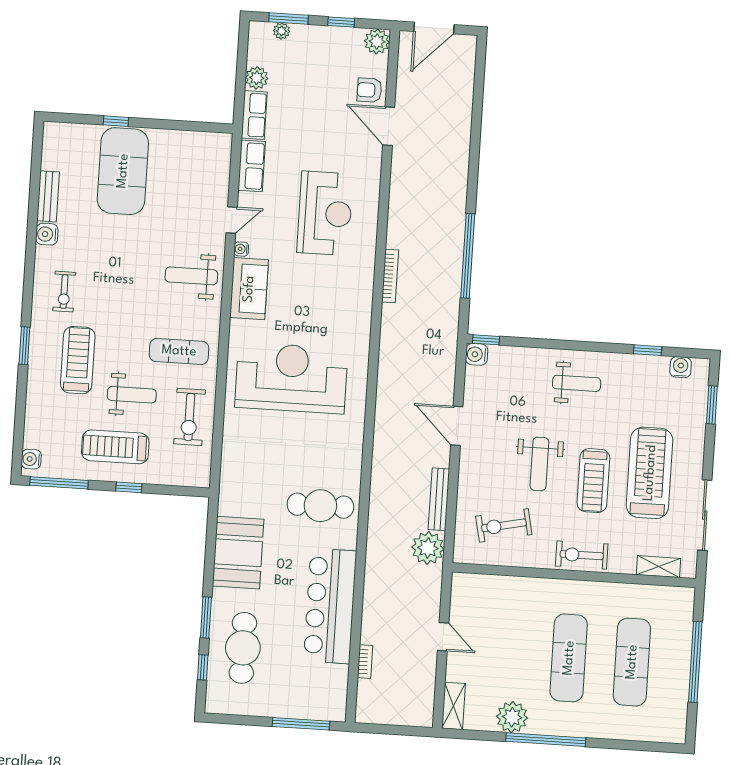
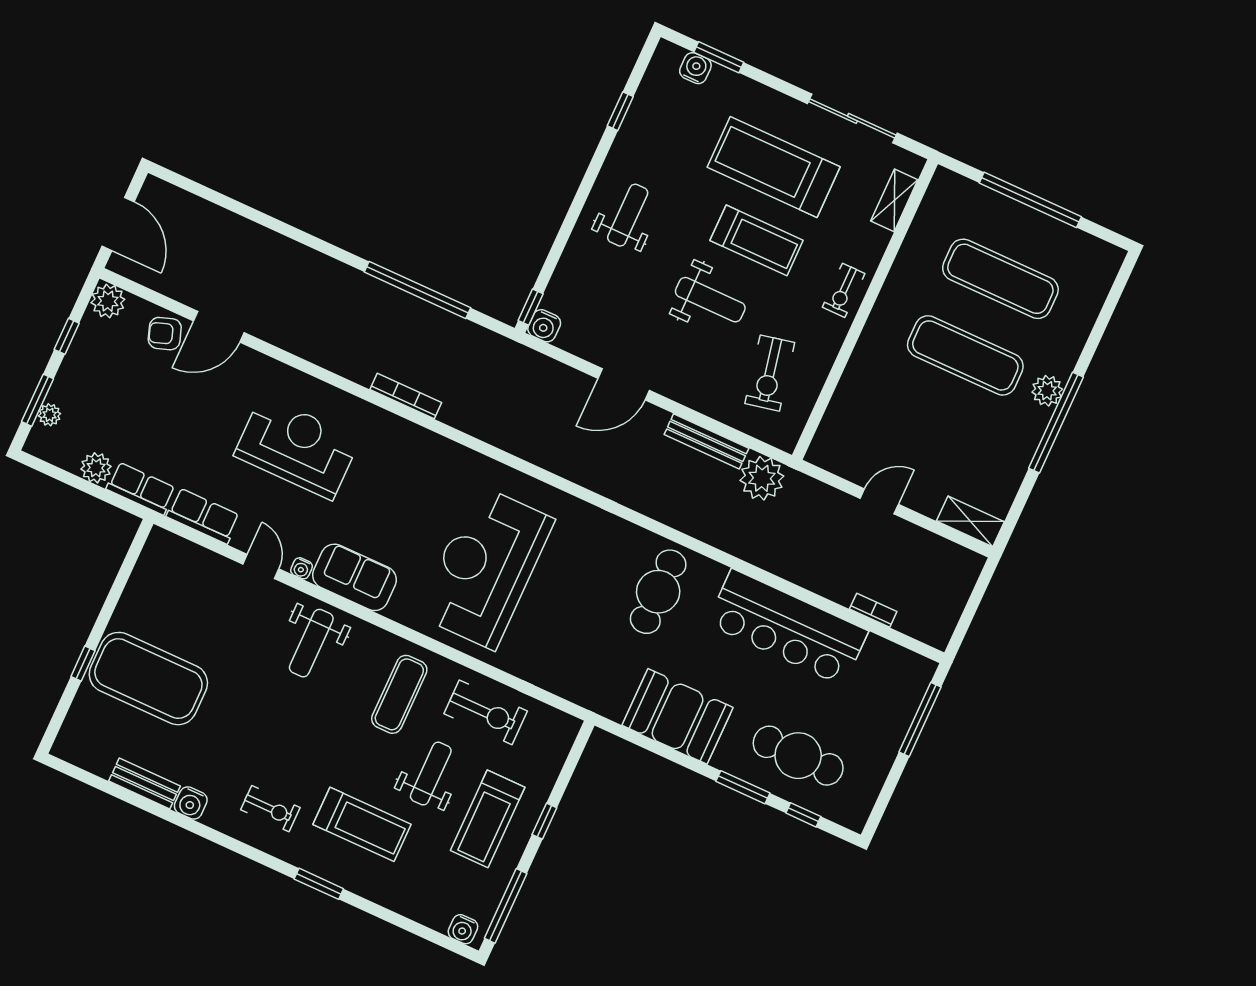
armchair: (369, 90) -> (165, 334), turned 71
treadmill: (78, 360) -> (362, 824), turned 180
water cooler: (681, 367) -> (695, 68), moved, turned 90
exercise bike: (582, 555) -> (844, 290), width x0.73, depth x0.72
plant: (512, 717) -> (1047, 391), moved, width x0.73, depth x0.73

